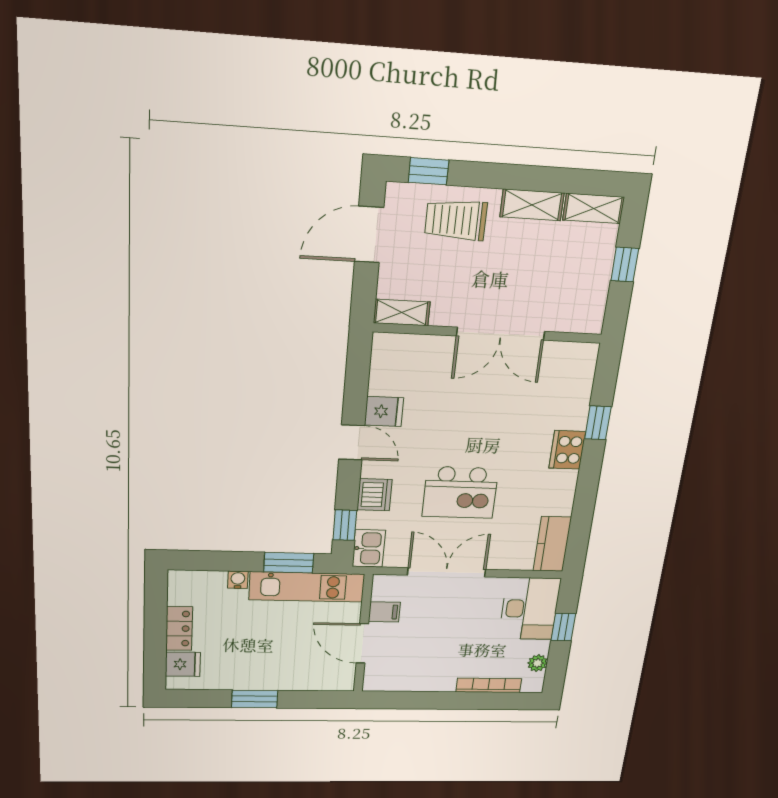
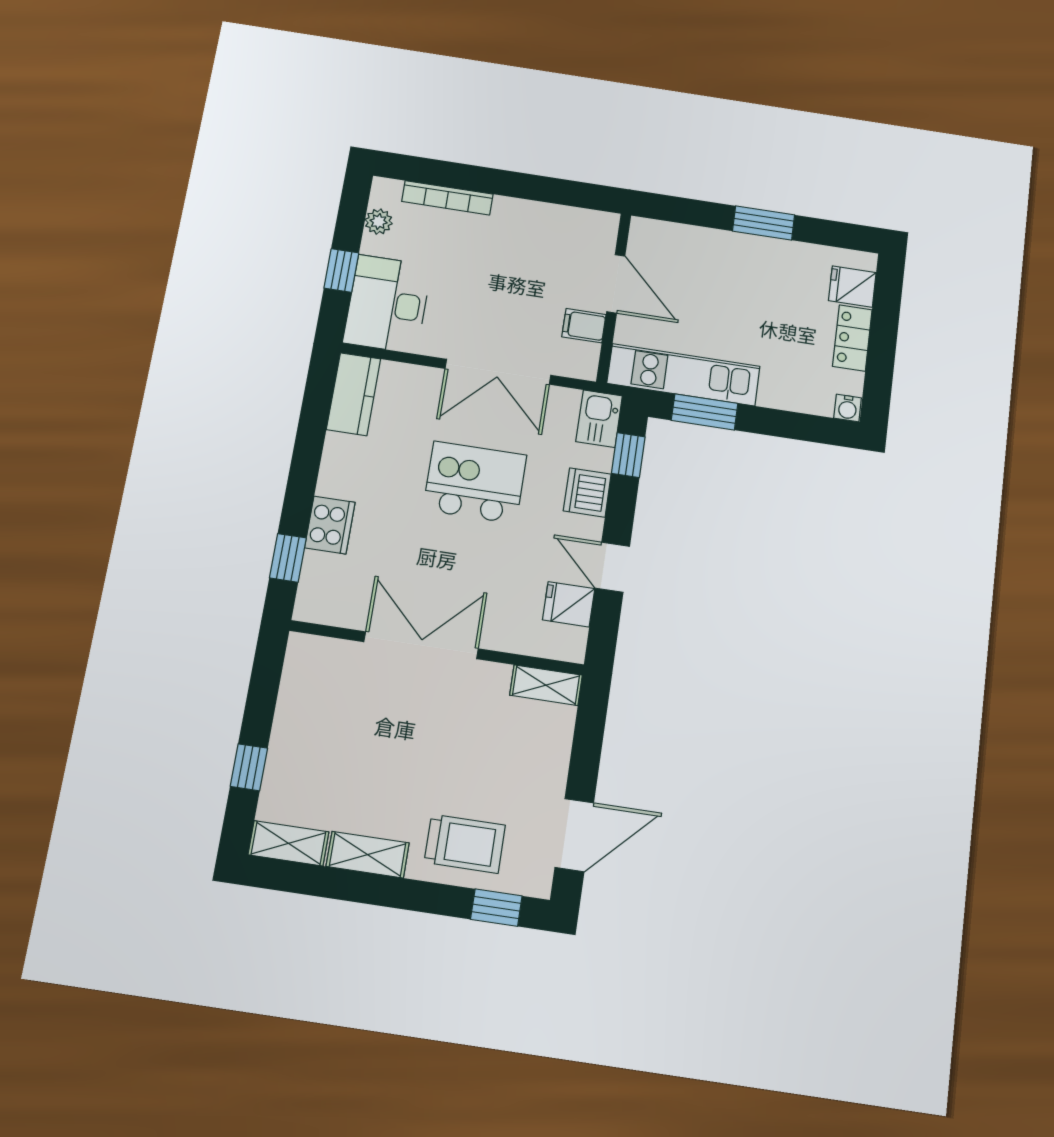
shelving: (402, 312) -> (546, 685), moved
wall: (488, 333) -> (437, 648), moved
double door: (501, 334) -> (421, 645), moved
water cooler: (238, 580) -> (848, 408), moved

